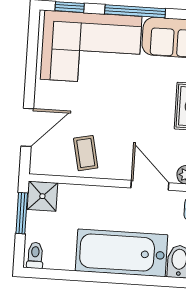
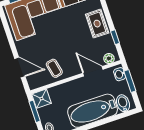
door: (27, 127) -> (20, 67), hinge flipped

